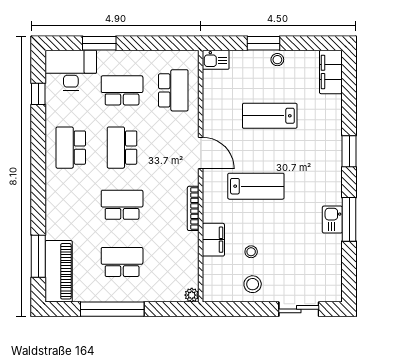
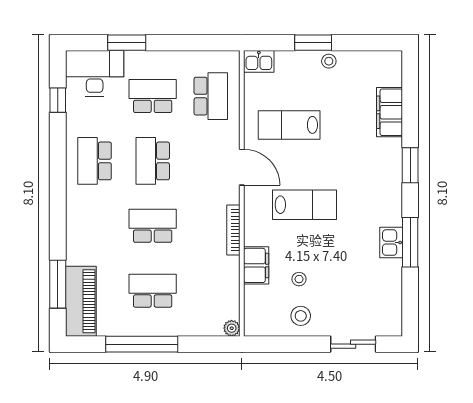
filing cabinet: (331, 72) -> (389, 112), moved
lab bench: (270, 116) -> (289, 125), moved

